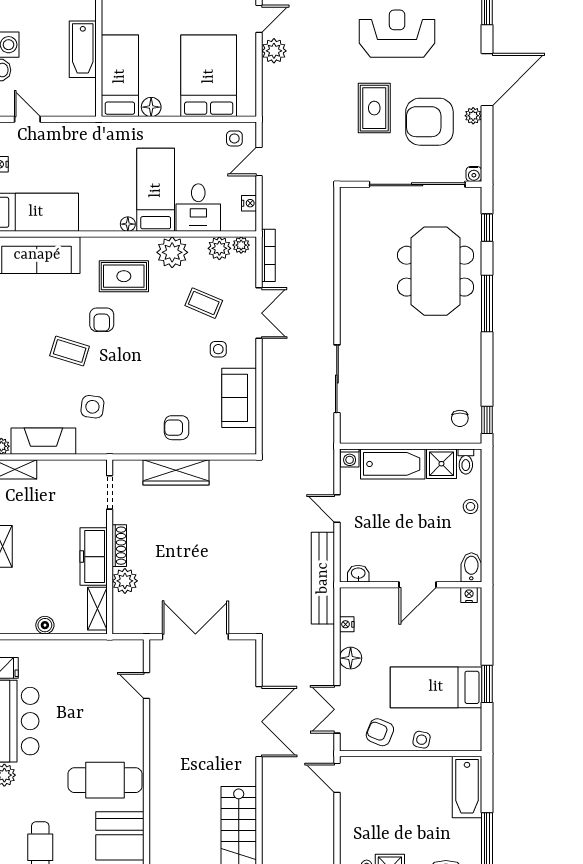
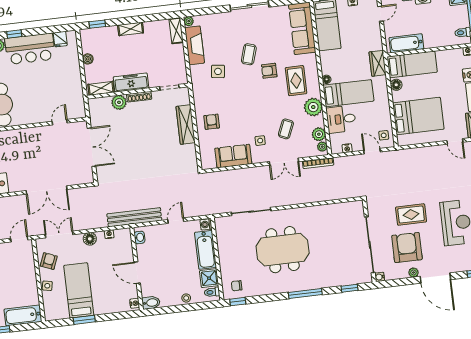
bathtub: (83, 49) -> (406, 43), moved
plant: (274, 51) -> (437, 152), removed
wardrobe: (111, 134) -> (378, 63), added
meeting table: (436, 271) -> (283, 250), moved

